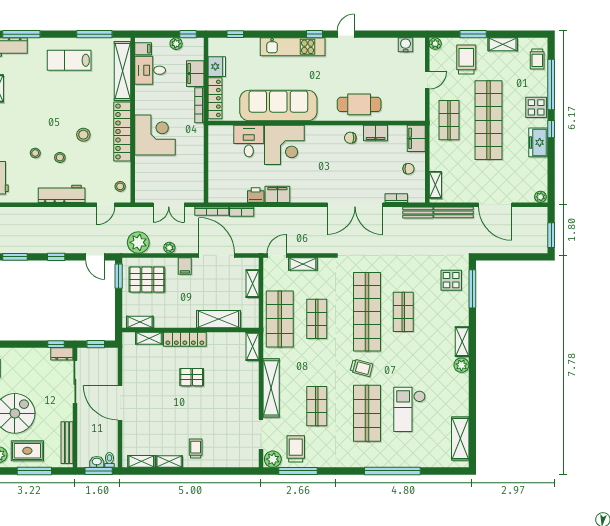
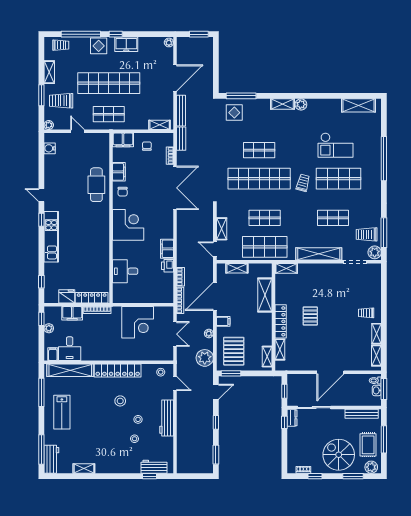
sofa: (278, 106) -> (97, 248), removed
corner desk: (155, 135) -> (138, 322), moved, turned 180
corner desk: (284, 145) -> (128, 225), moved

